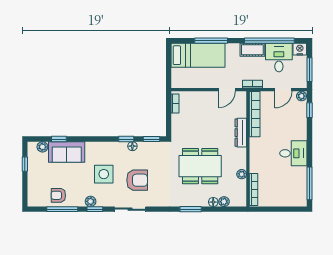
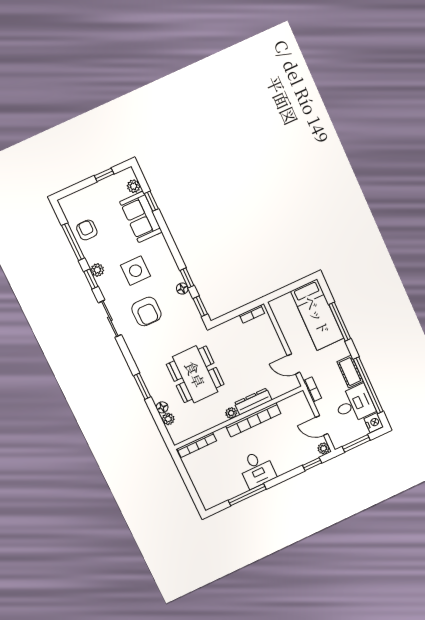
bookcase: (255, 114) -> (253, 420), moved
plant: (242, 174) -> (231, 413), moved
window: (310, 183) -> (247, 495), moved

